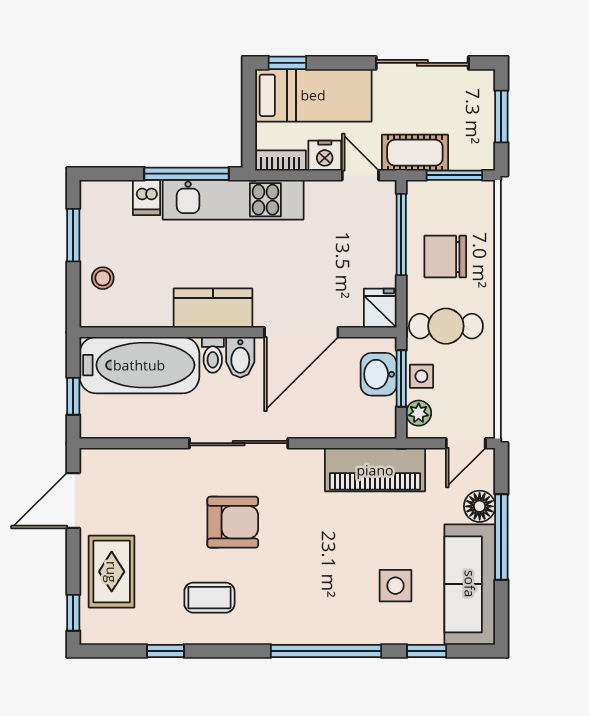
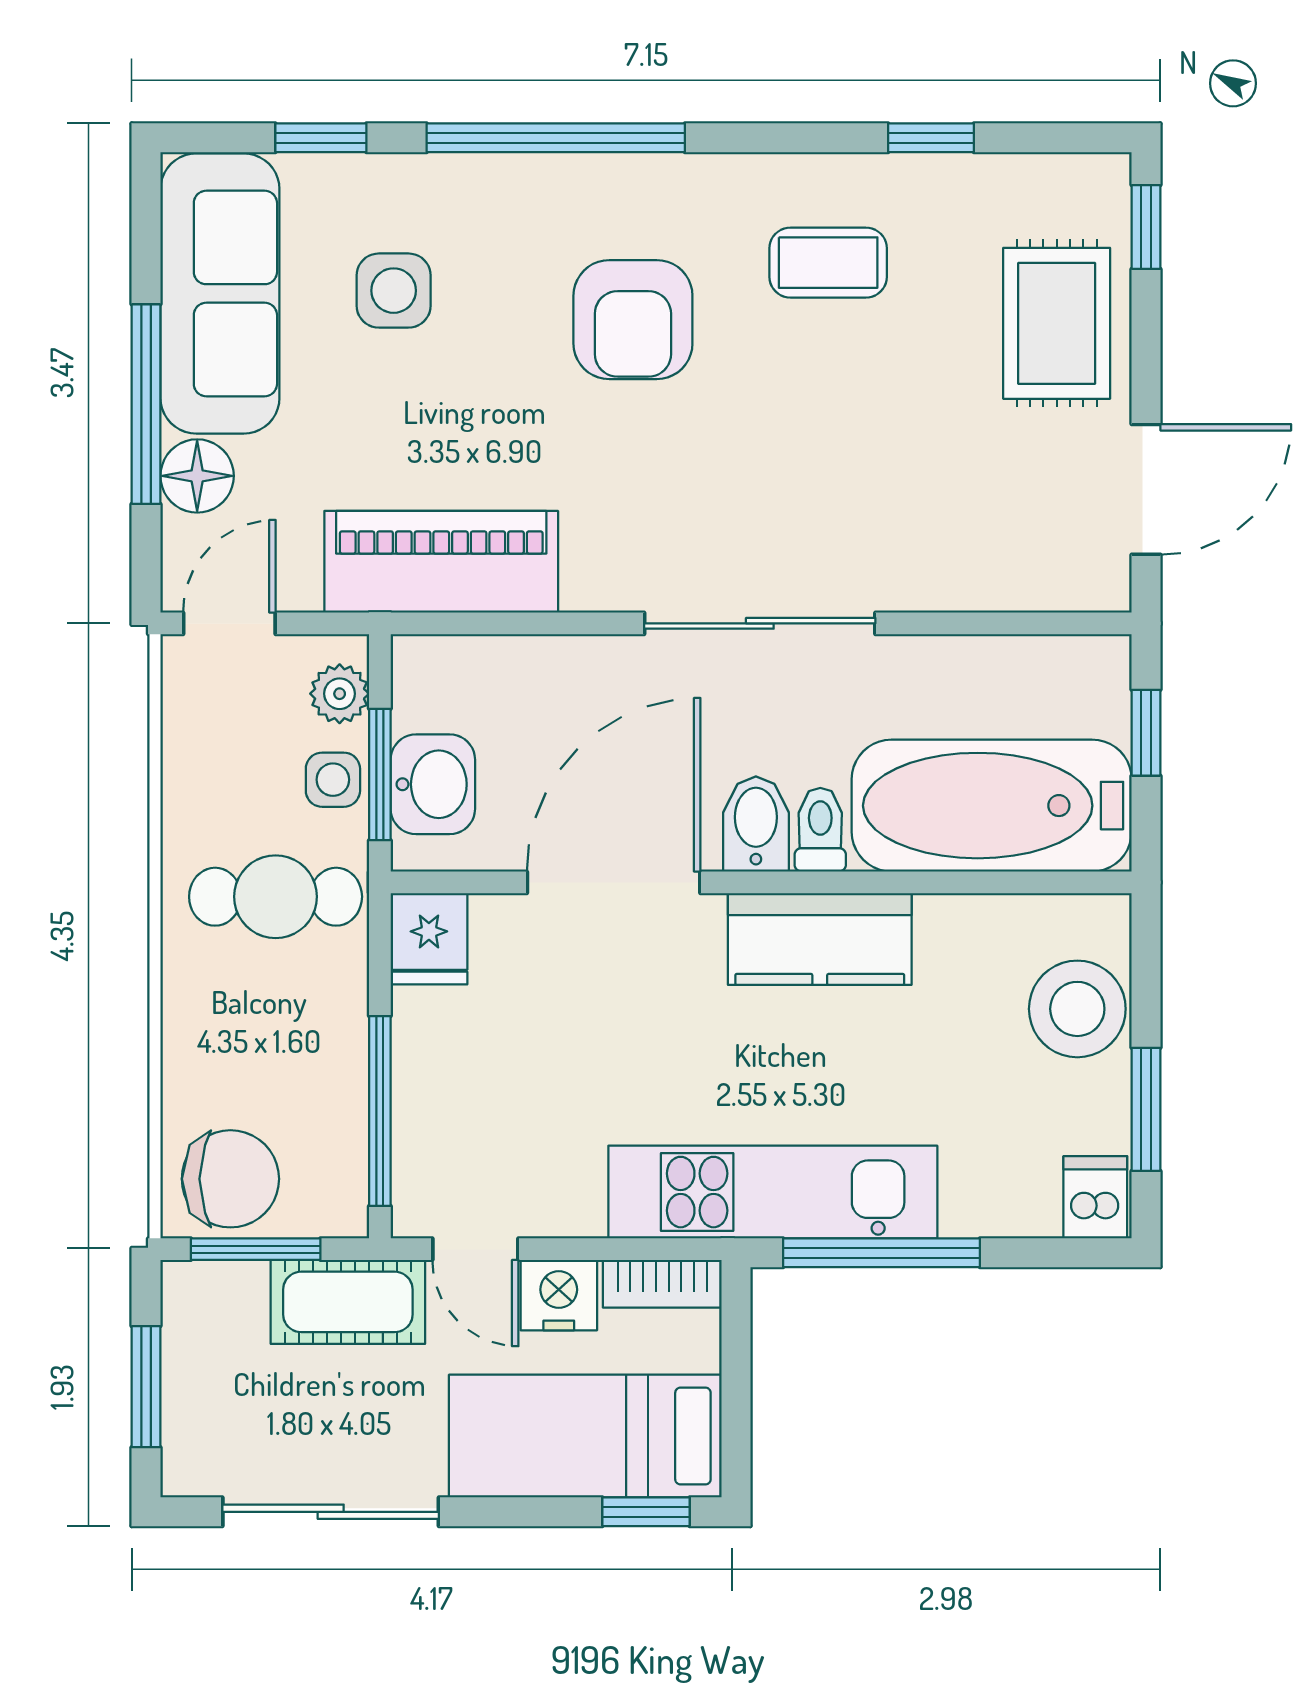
dishwasher: (147, 197) -> (1095, 1197), moved
chair: (445, 257) -> (230, 1179), moved
stool: (103, 278) -> (1077, 1009), width x1.89, depth x1.89
armchair: (233, 522) -> (633, 320), moved, turned -90

